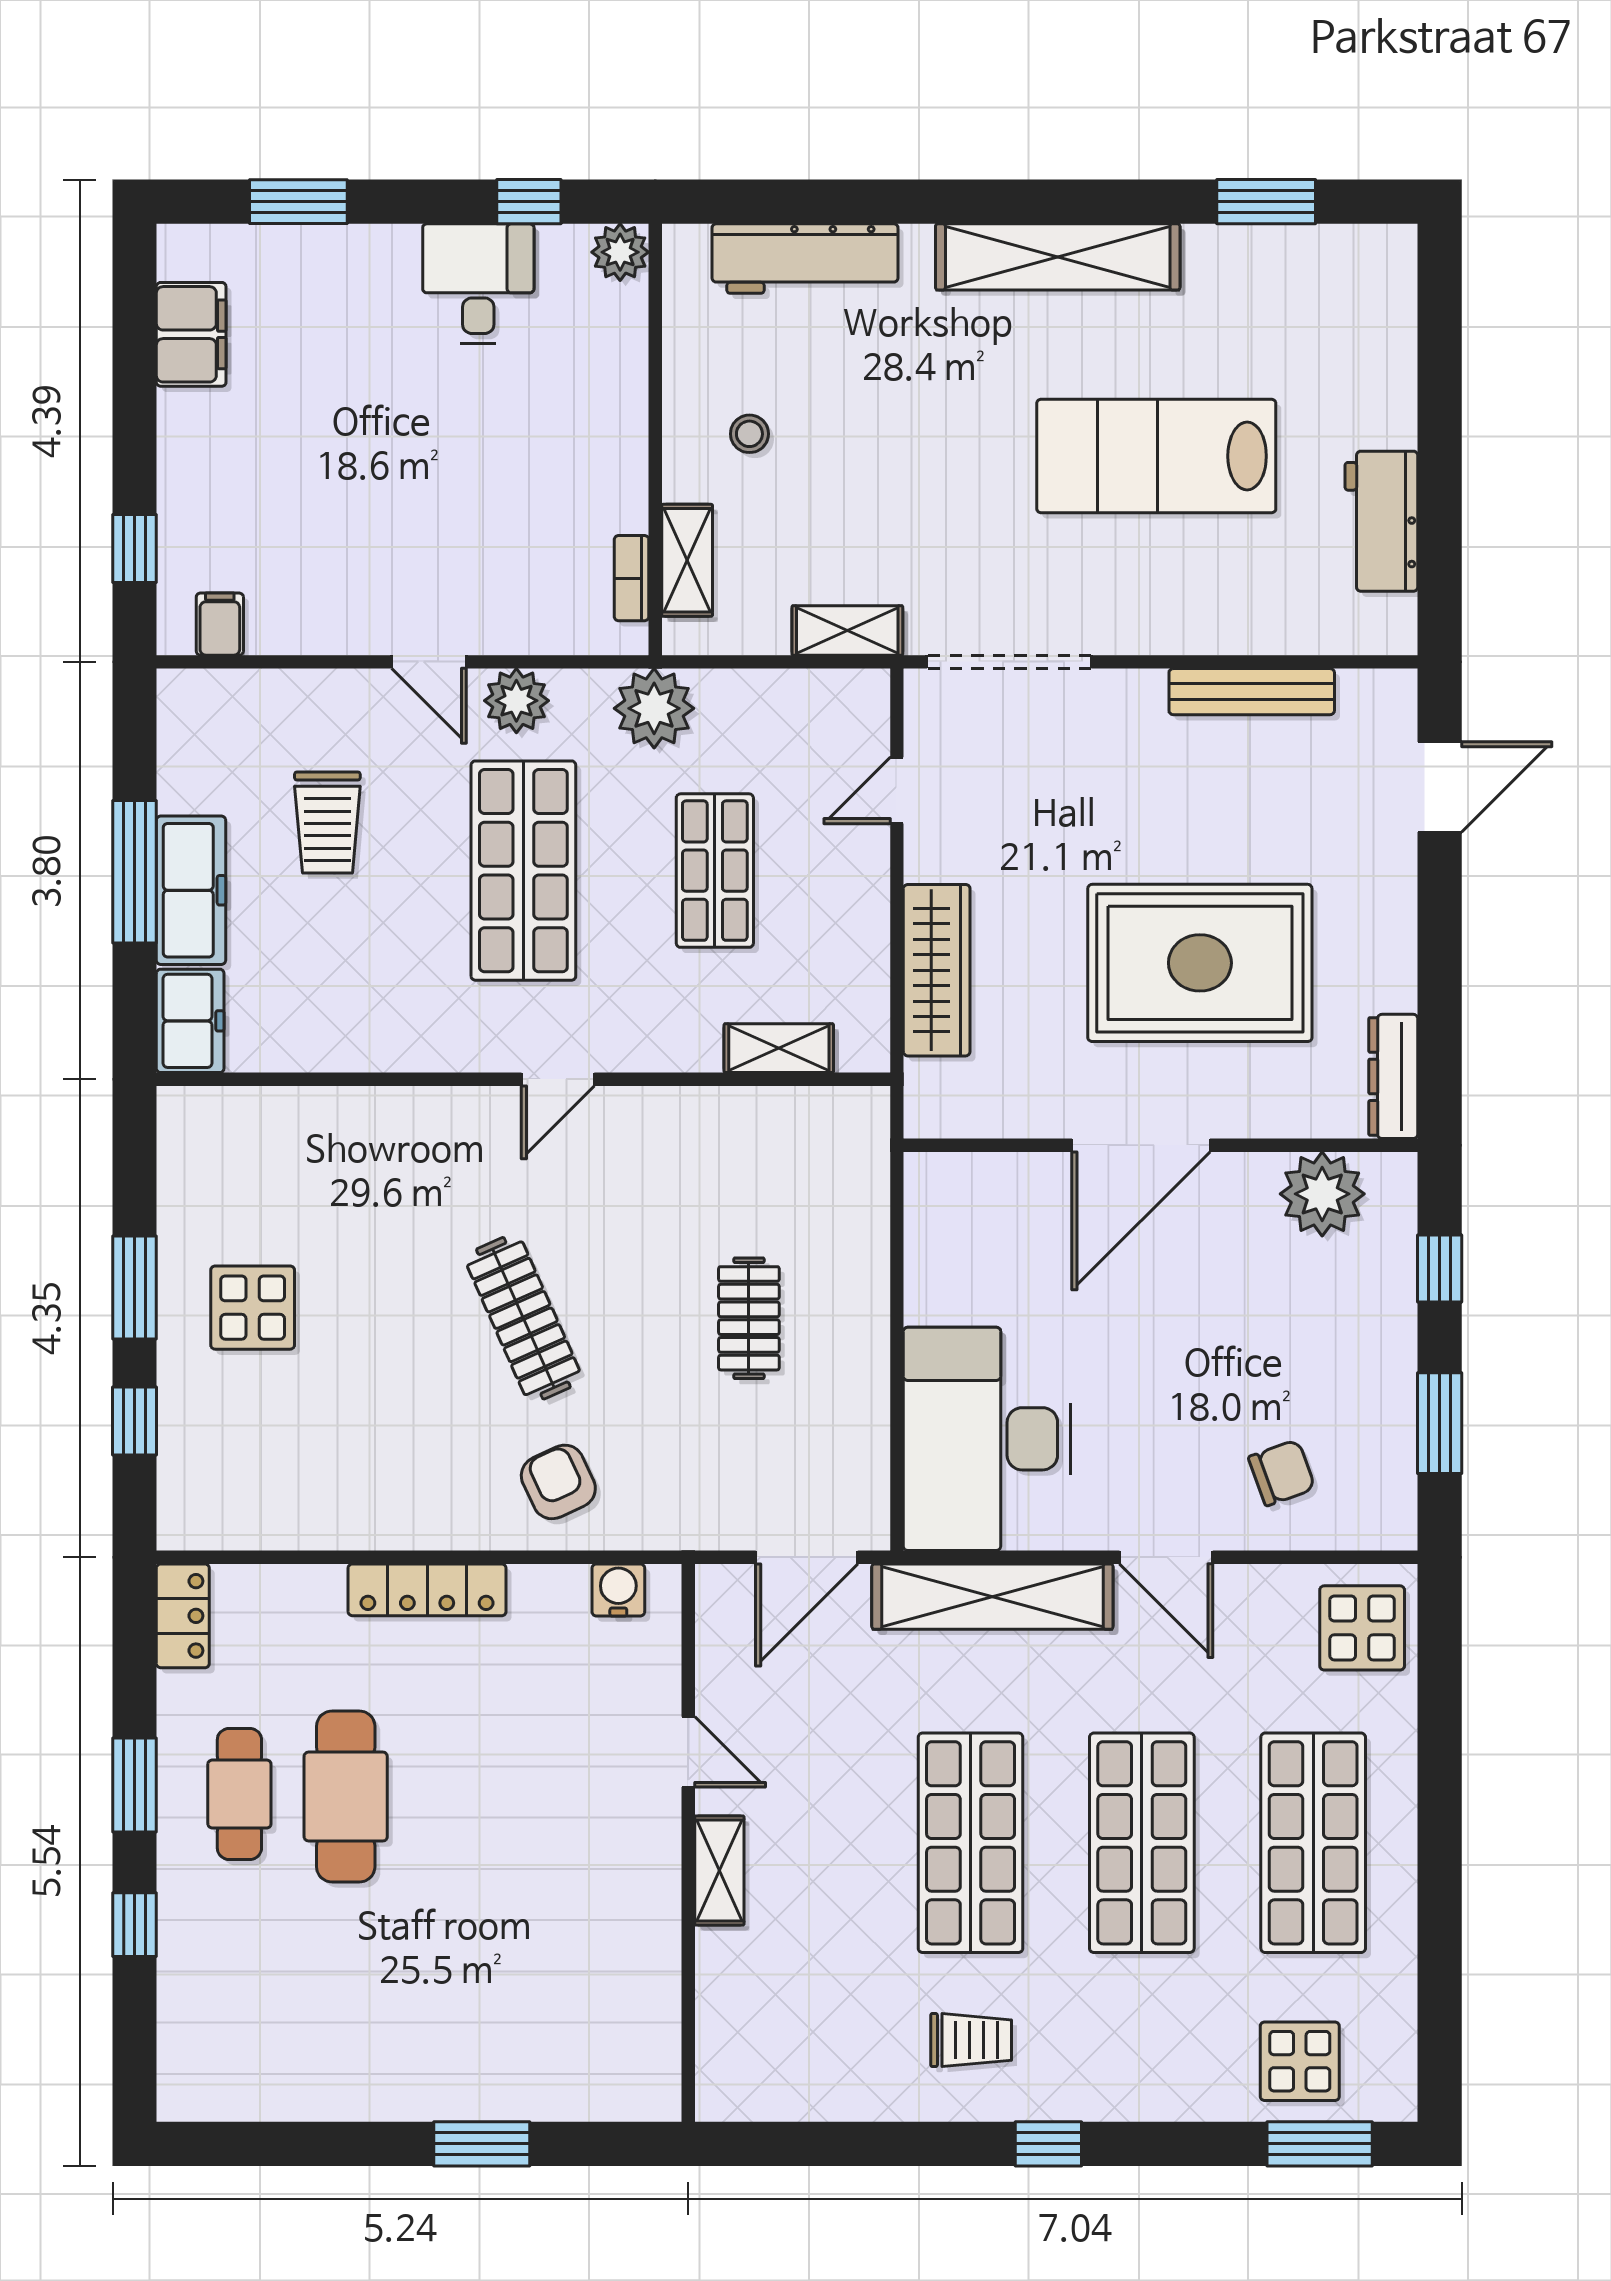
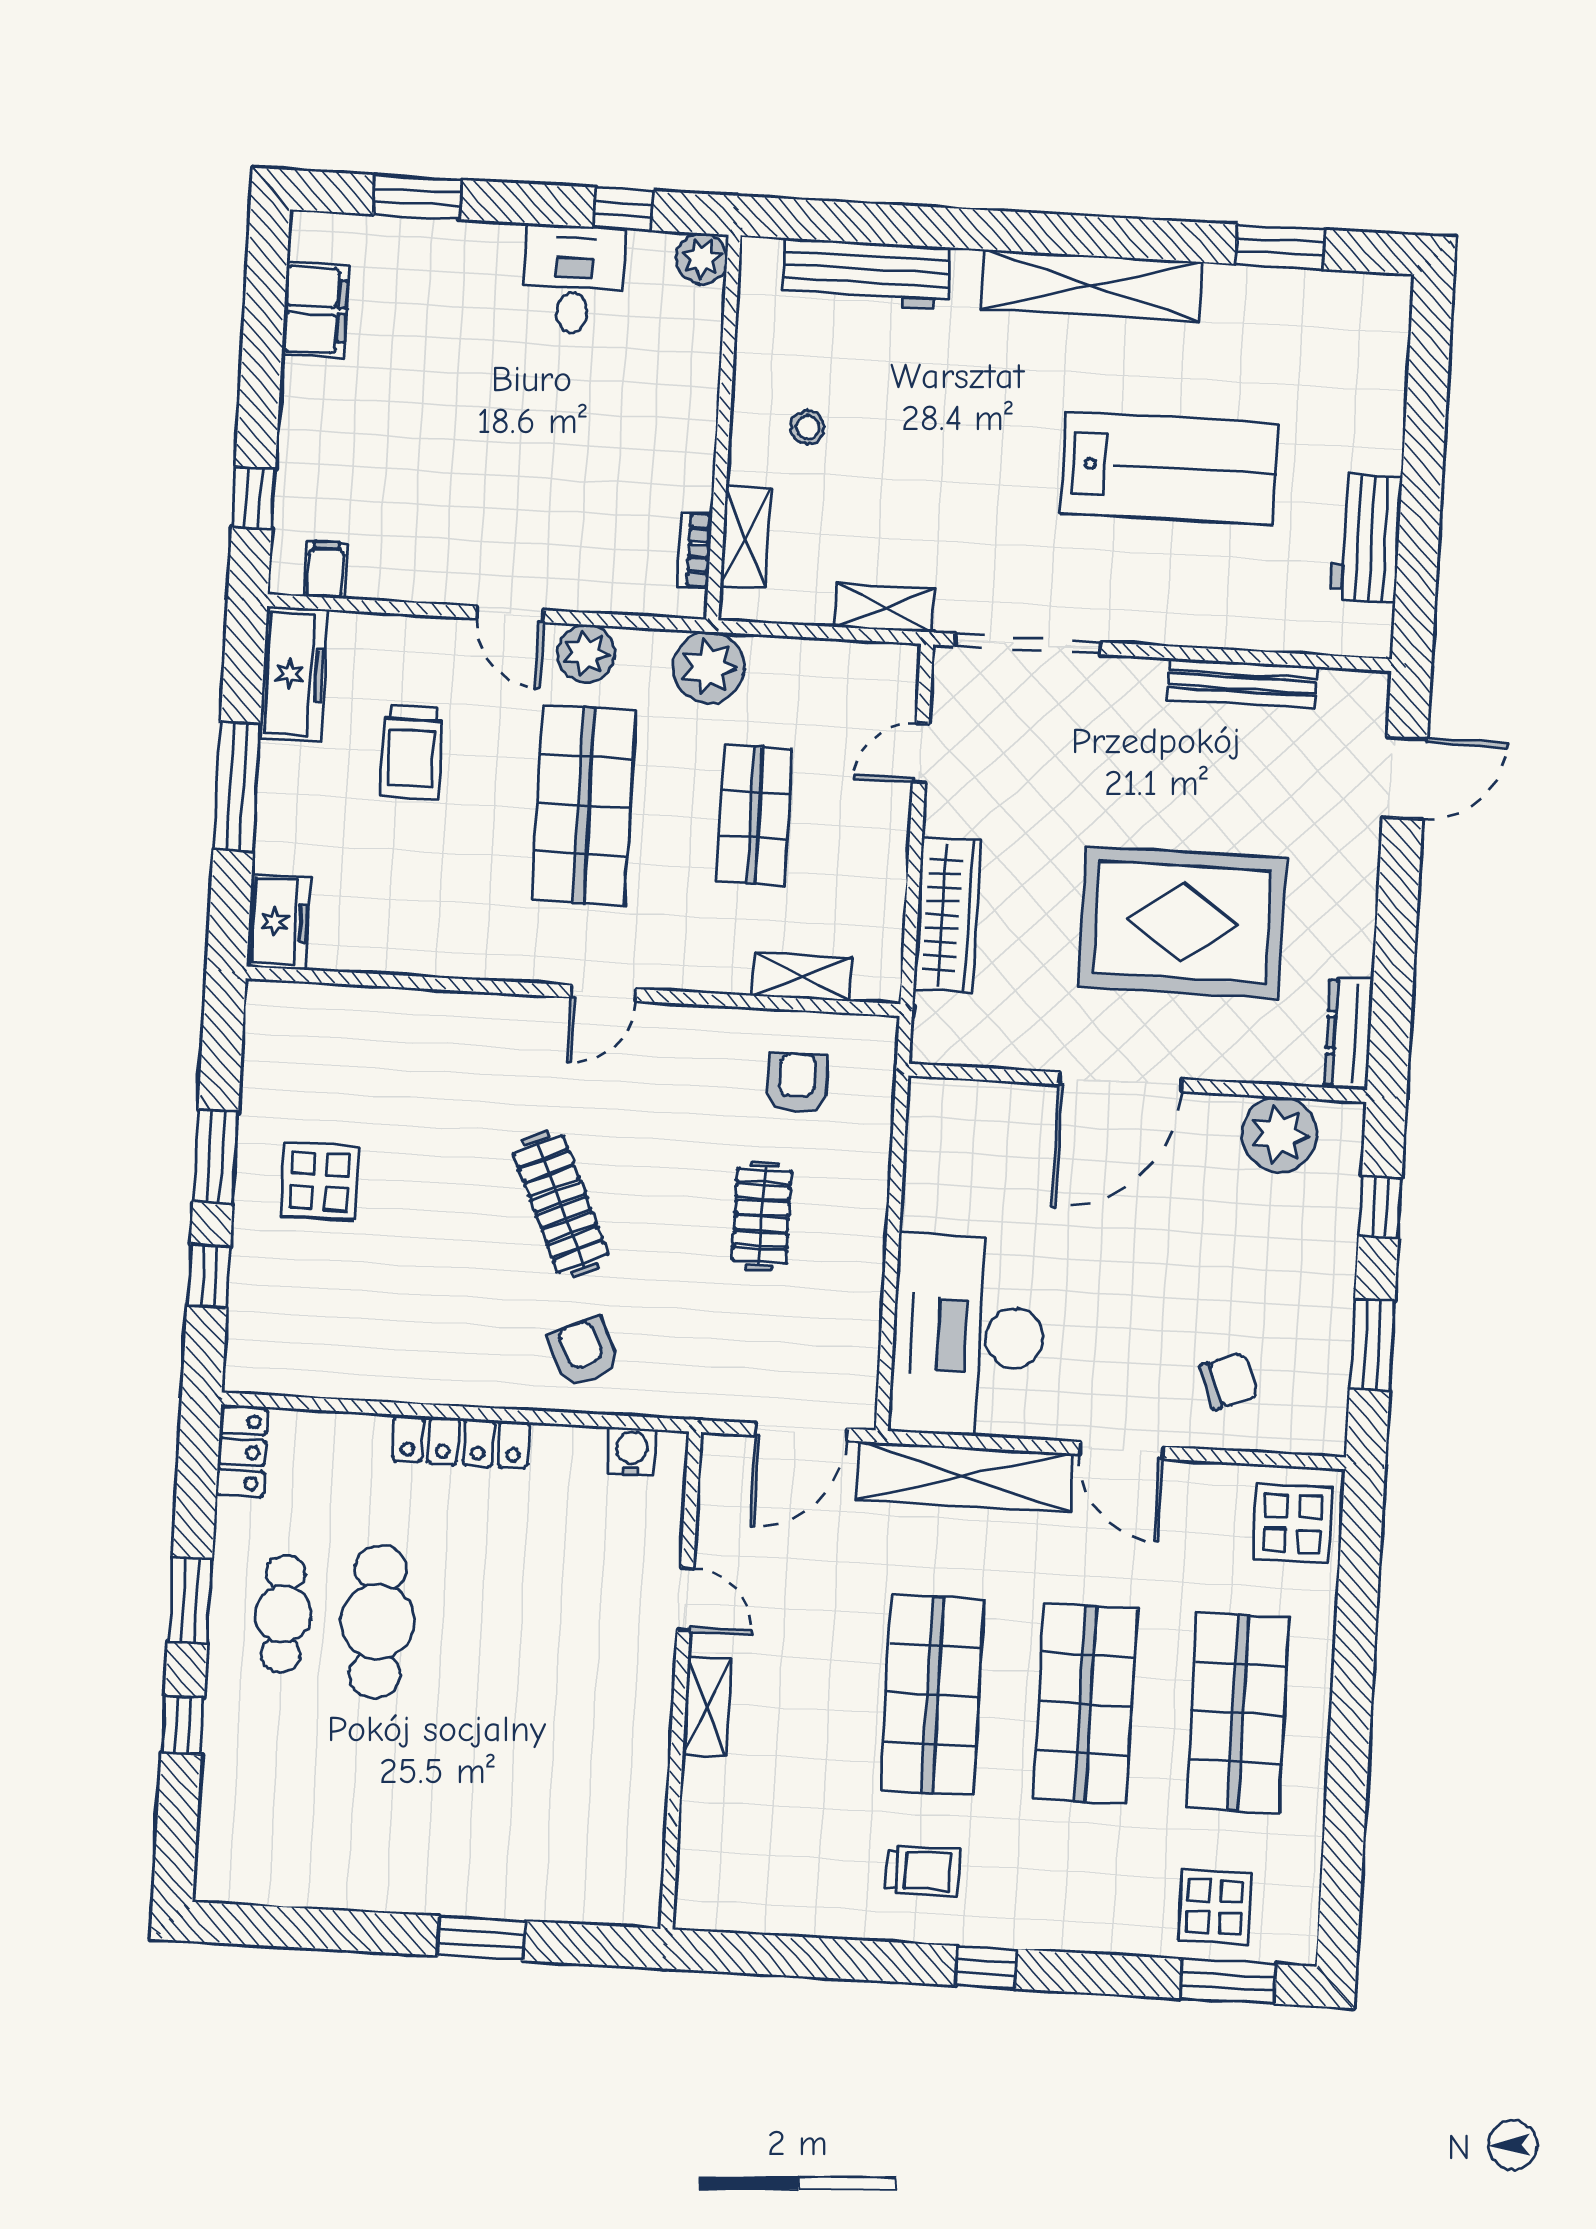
lab bench: (1156, 456) -> (1169, 468), turned 180
freezer: (191, 890) -> (294, 674), moved
armchair: (780, 1167) -> (797, 1083), added

